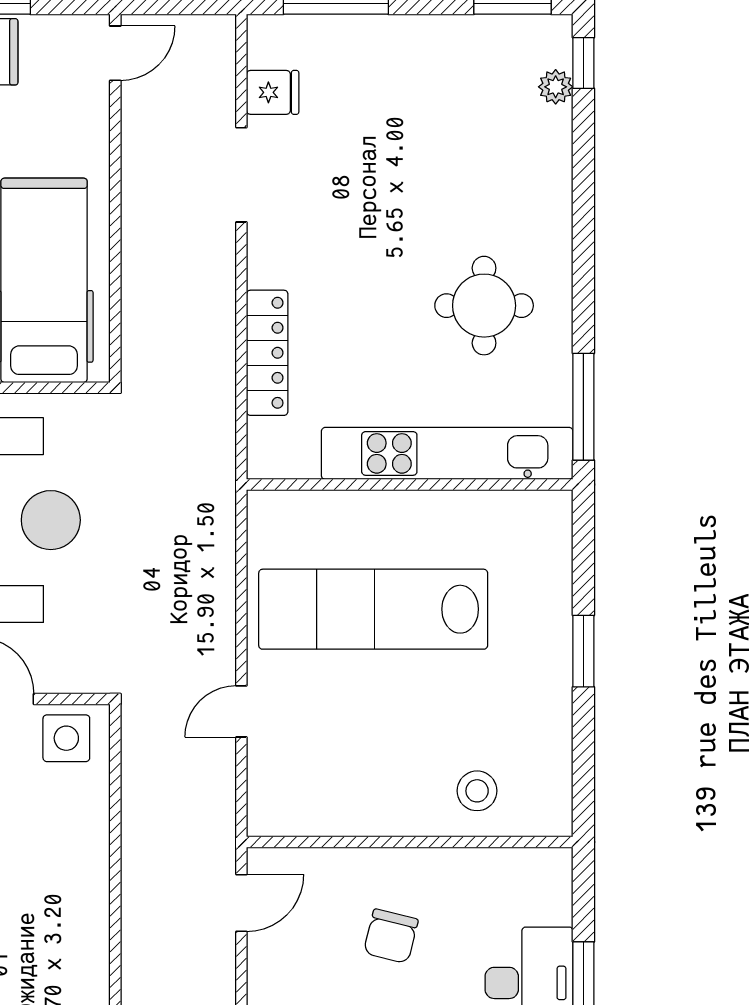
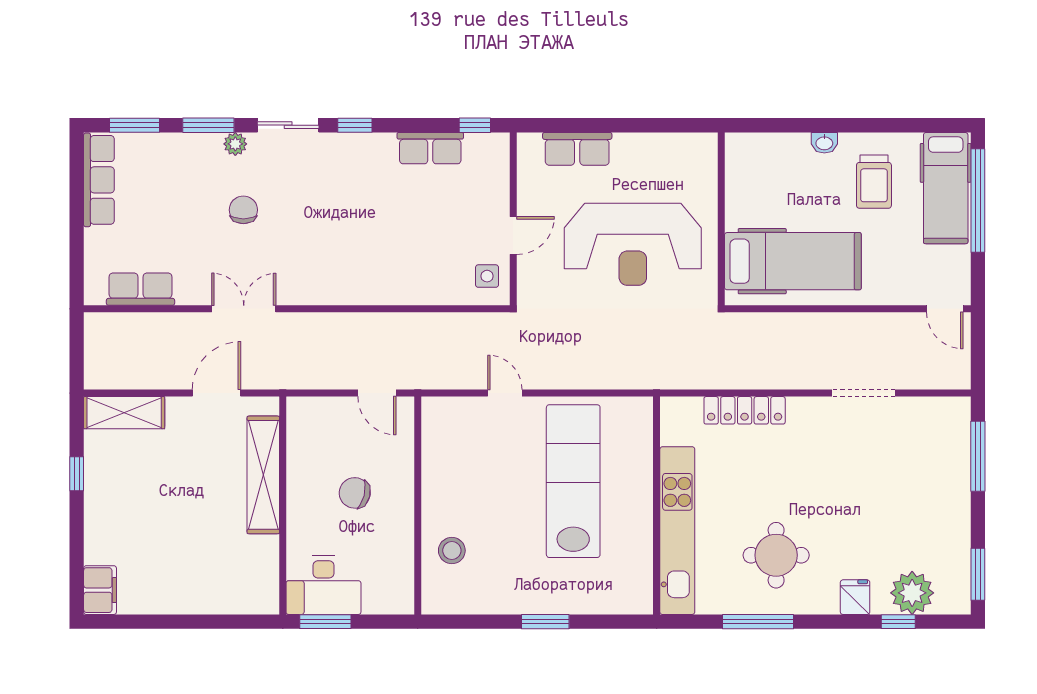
window: (583, 63) -> (898, 622), moved
plant: (556, 87) -> (912, 593), width x1.87, depth x1.87
fridge: (273, 92) -> (855, 597), moved, turned 180
window: (583, 407) -> (758, 622), moved
side table: (66, 738) -> (487, 276), width x0.73, depth x0.73

